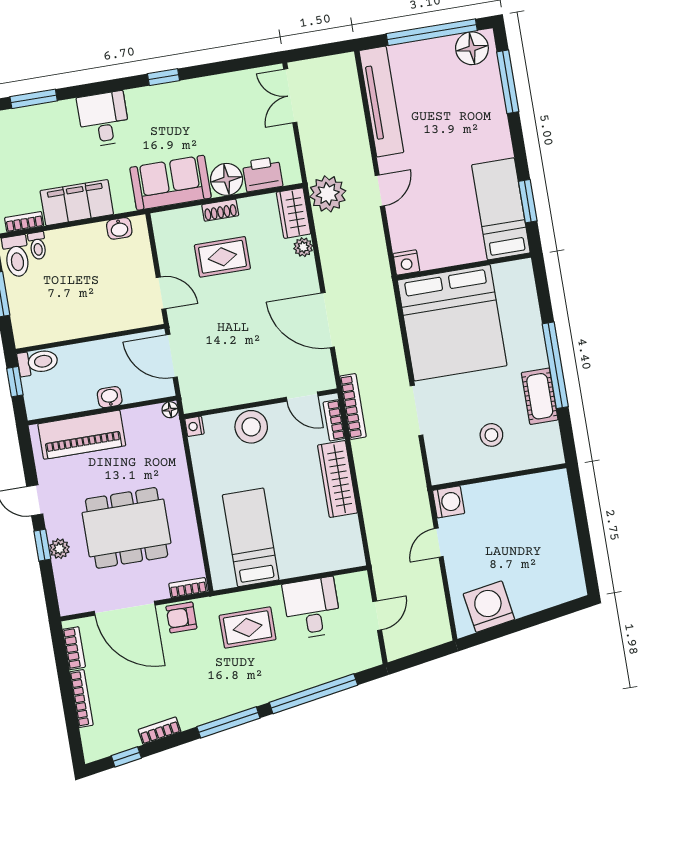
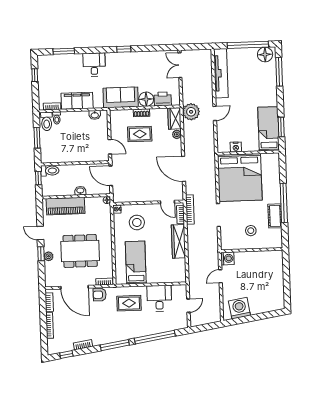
nightstand: (406, 262) -> (236, 147), moved
stool: (251, 427) -> (137, 222), moved

